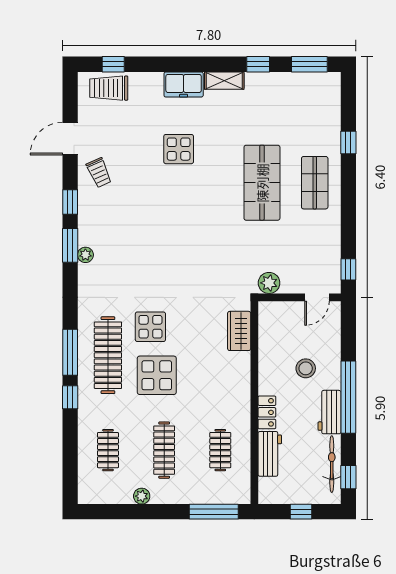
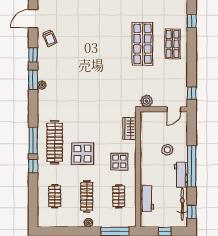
display table: (179, 149) -> (95, 25), removed
display table: (150, 327) -> (119, 161), moved
locker: (267, 412) -> (145, 175), removed
plant: (142, 496) -> (89, 223), moved

